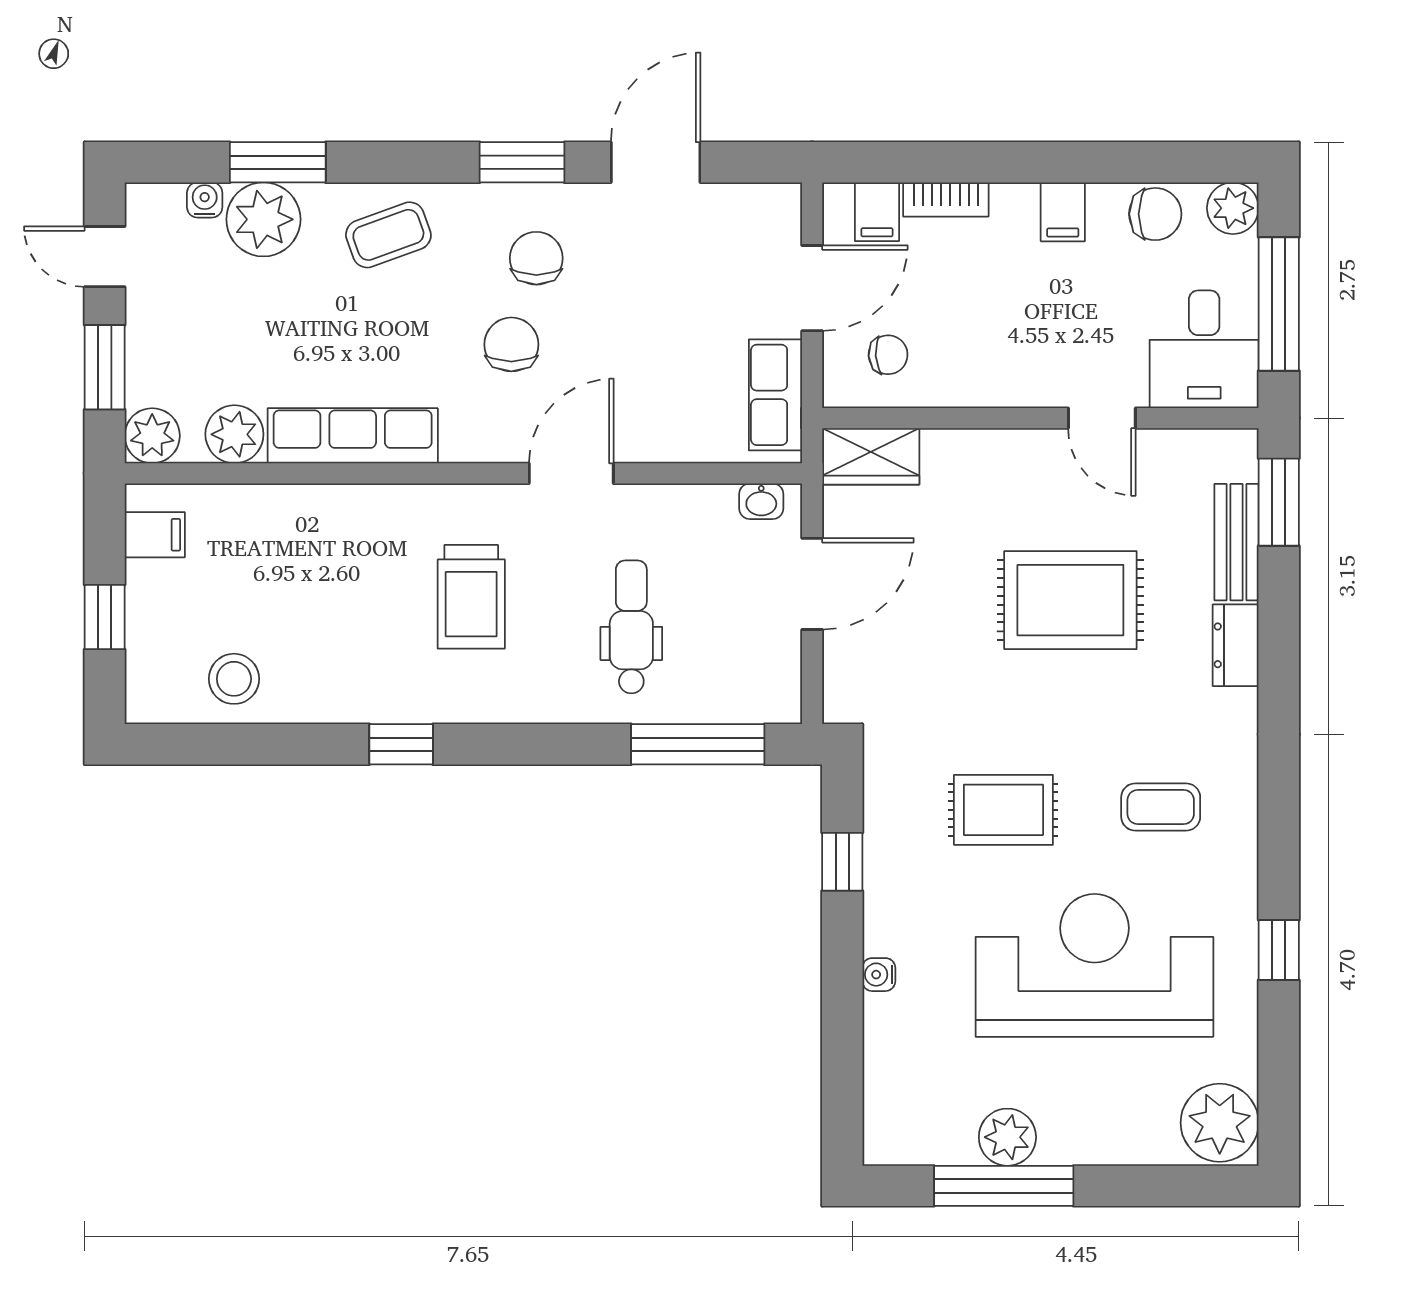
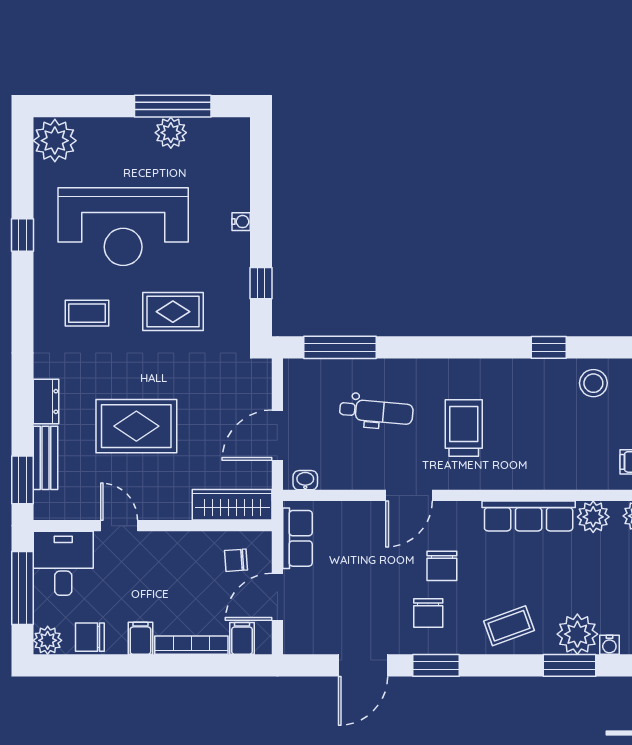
bookcase: (946, 199) -> (191, 645), width x1.56
wardrobe: (871, 456) -> (232, 505), width x1.50
dental chair: (631, 627) -> (376, 412), turned -85
window: (401, 744) -> (549, 347), moved

